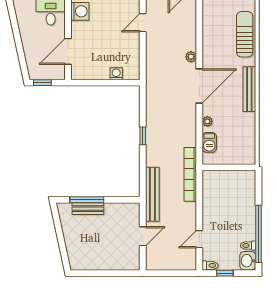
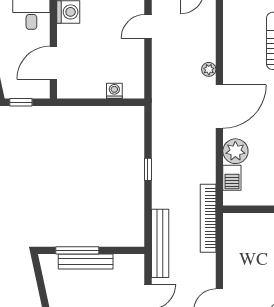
plant: (207, 121) -> (235, 151), width x1.88, depth x1.88
bench: (88, 209) -> (86, 262), width x1.36

